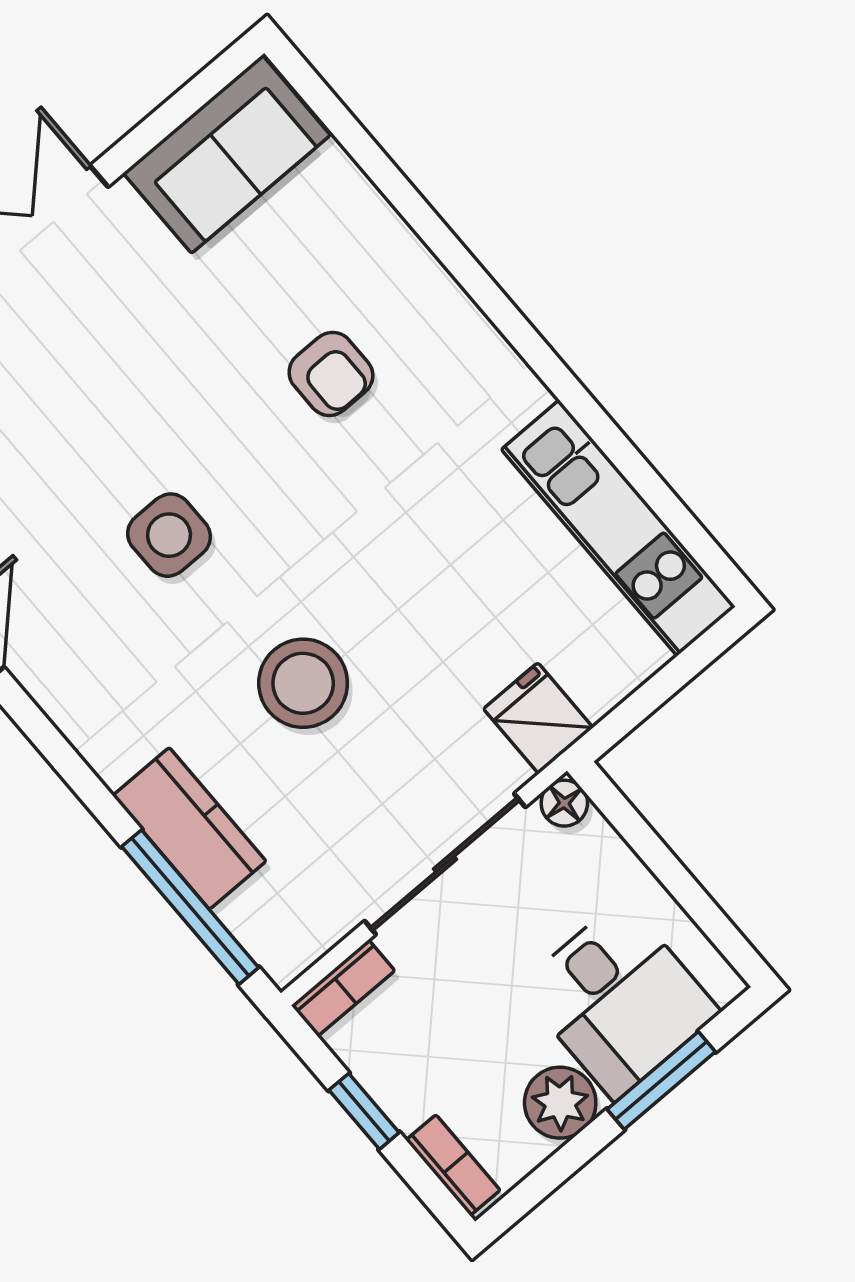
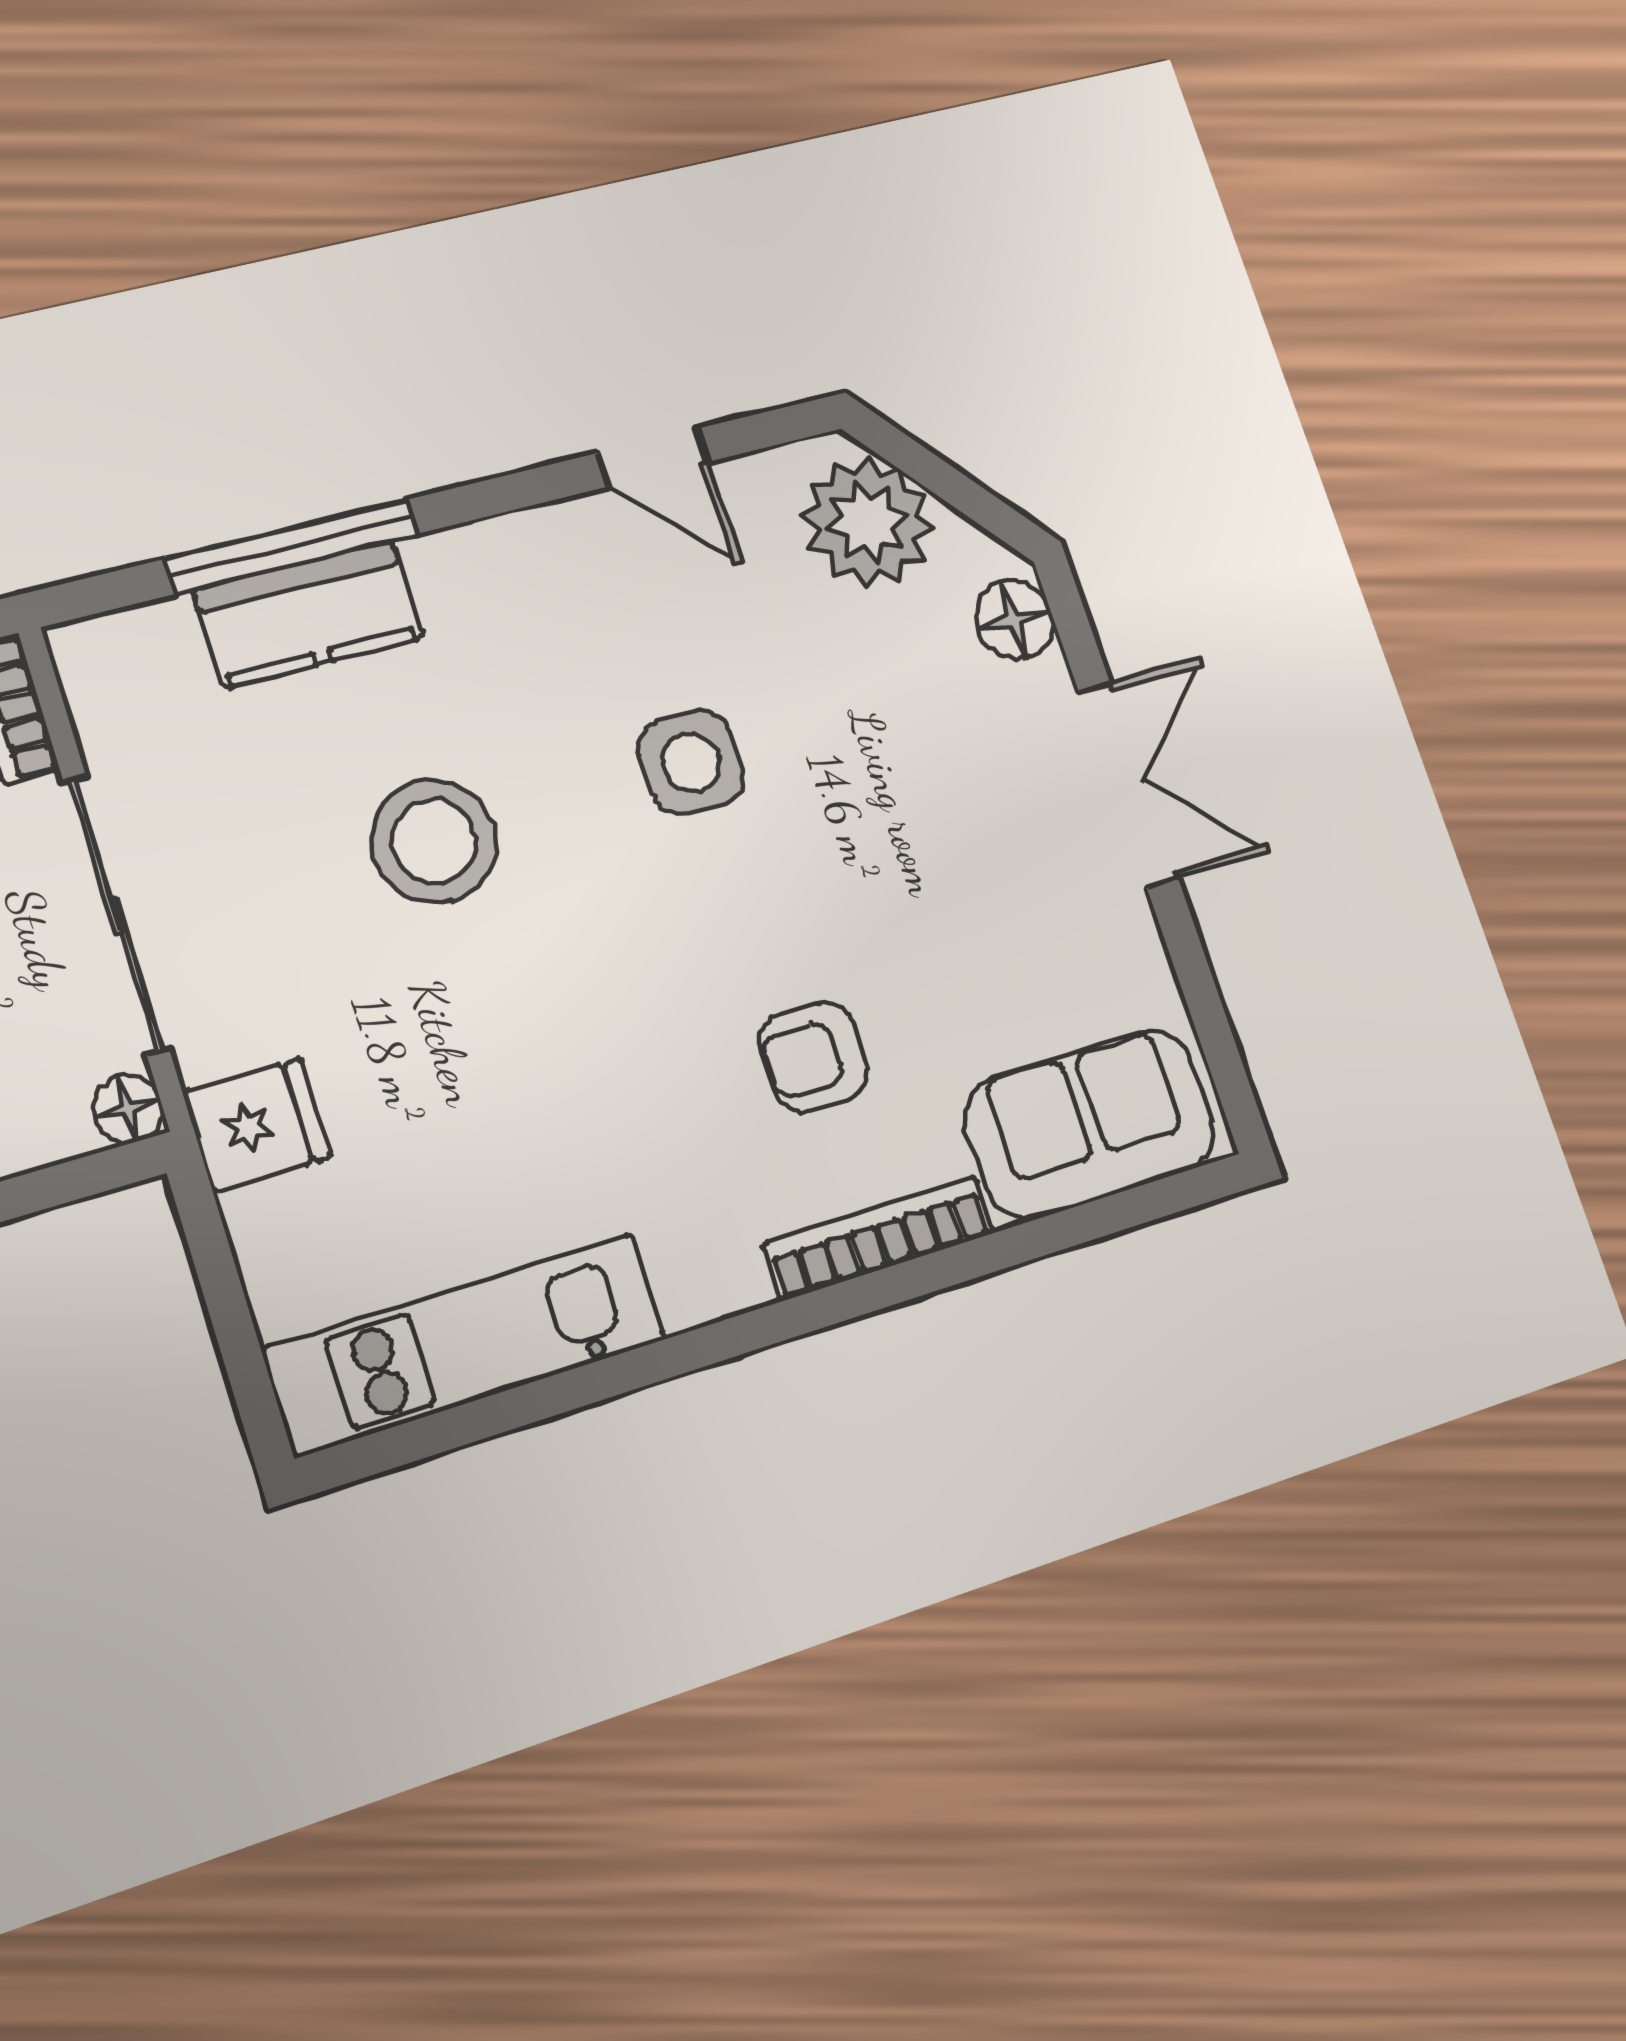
sofa: (227, 154) -> (1090, 1124), moved, turned 90
bookcase: (432, 283) -> (879, 1238), added
window: (190, 907) -> (293, 546), moved

